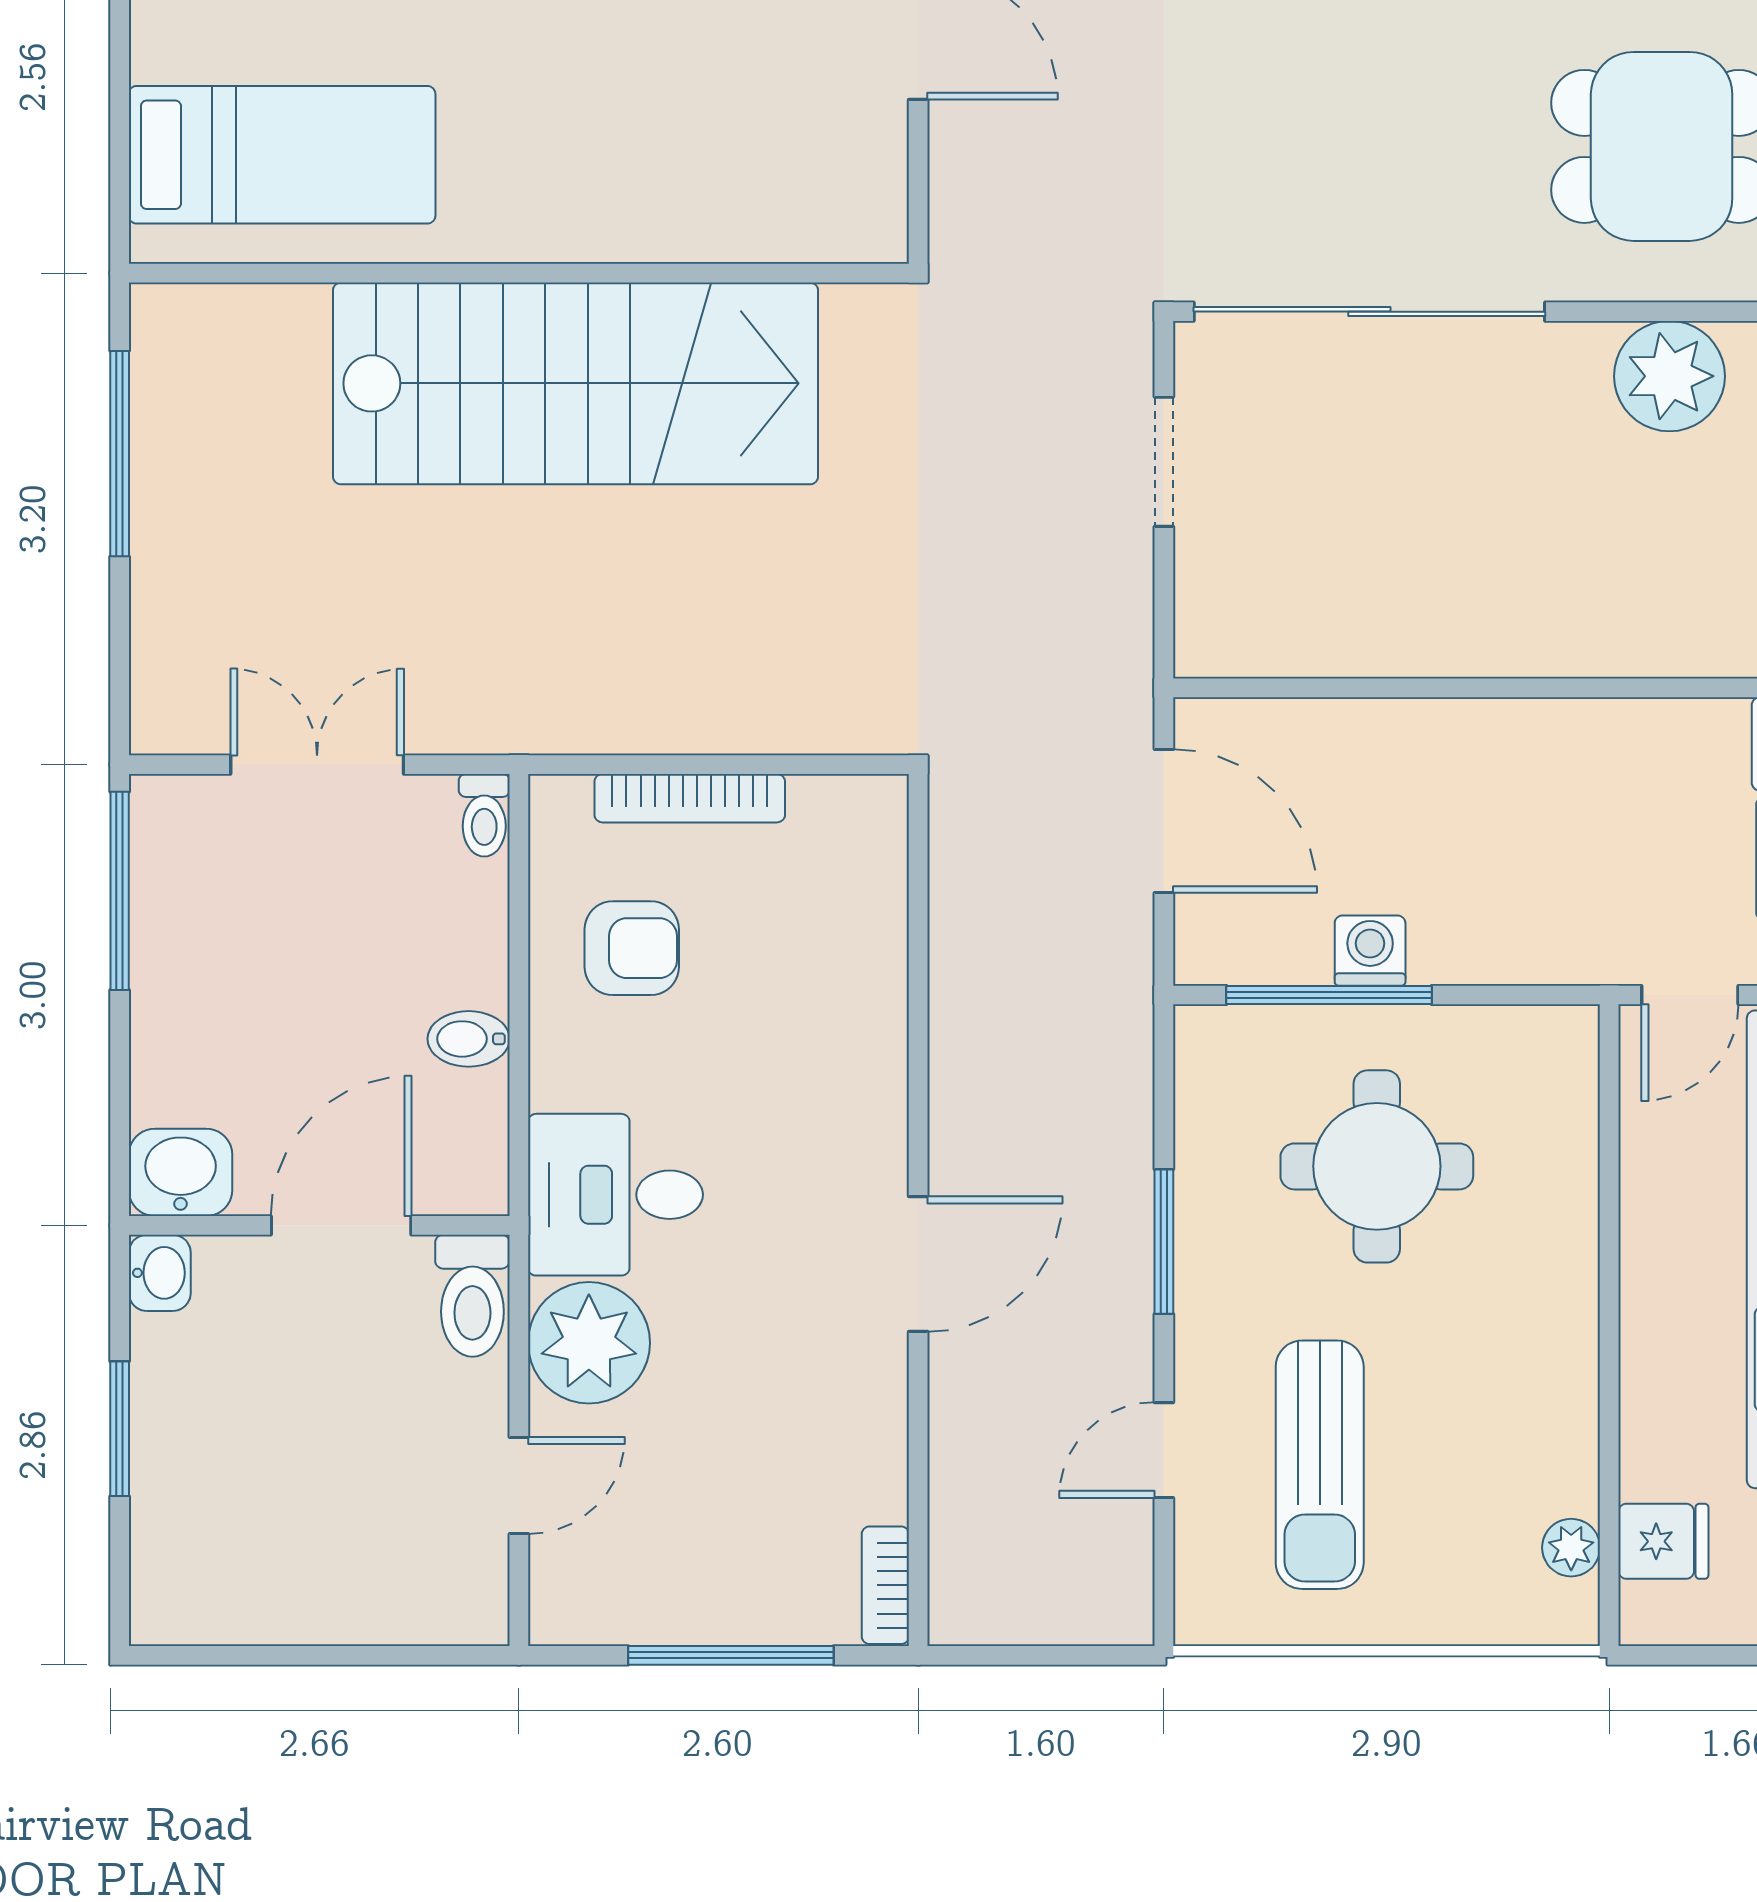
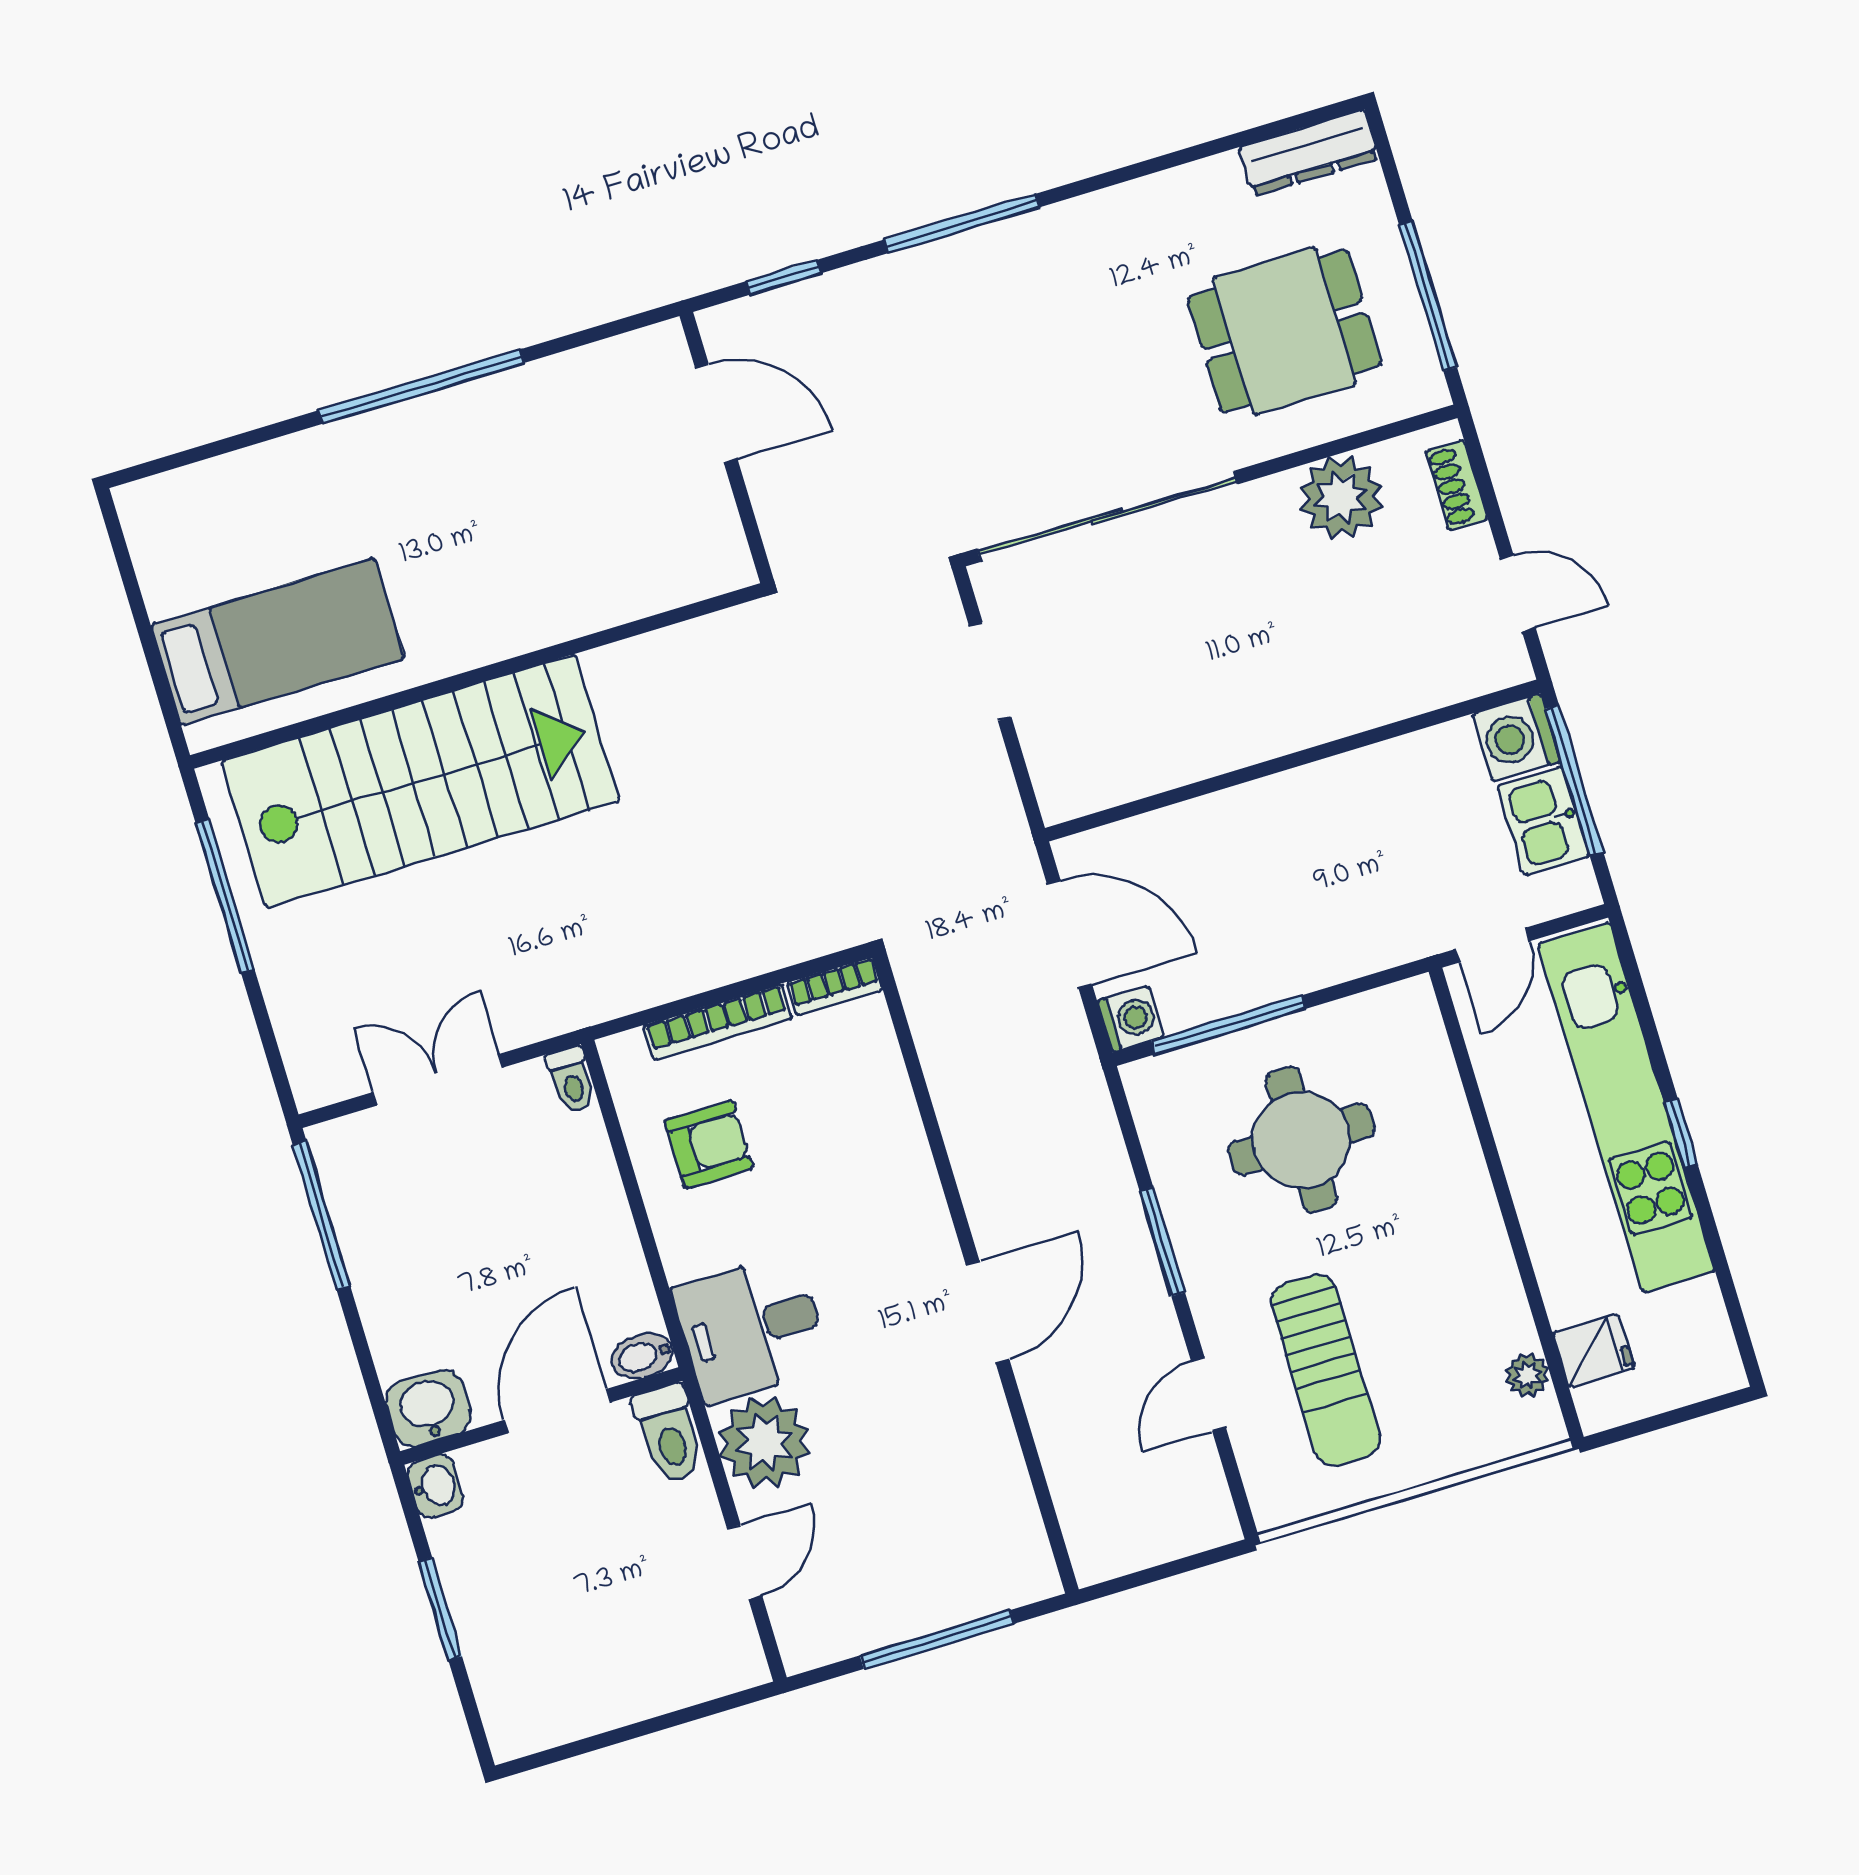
stairs: (576, 383) -> (421, 781), moved
washing machine: (1370, 951) -> (1131, 1019), moved, turned 90
bidet: (469, 1039) -> (642, 1356), moved
bookcase: (885, 1585) -> (835, 986), moved, turned -90

